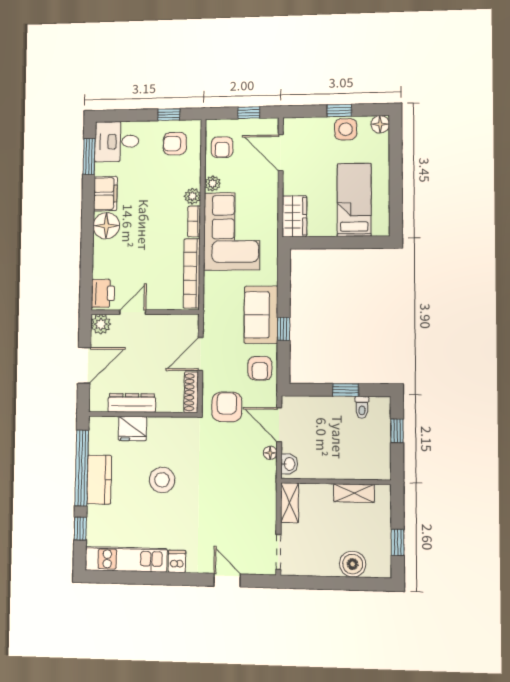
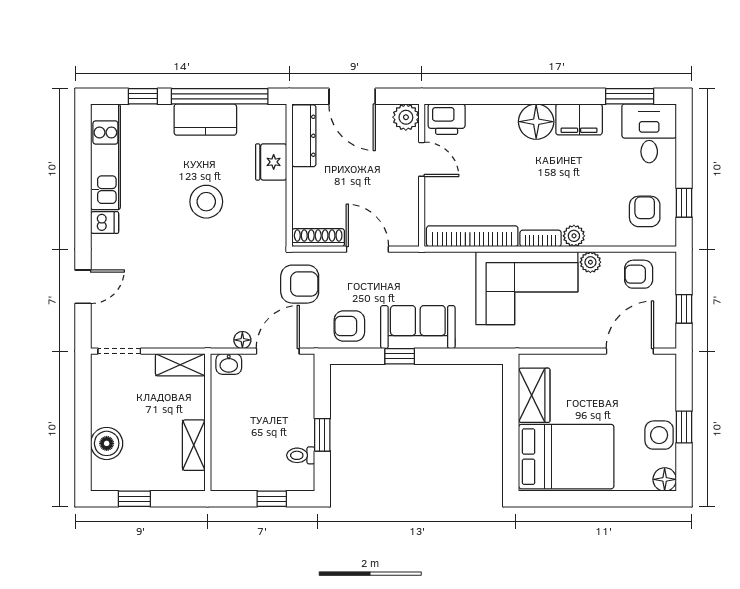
bed: (354, 200) -> (566, 457), width x1.50
wardrobe: (294, 216) -> (534, 395), moved, turned -90
dresser: (132, 403) -> (304, 136), moved

